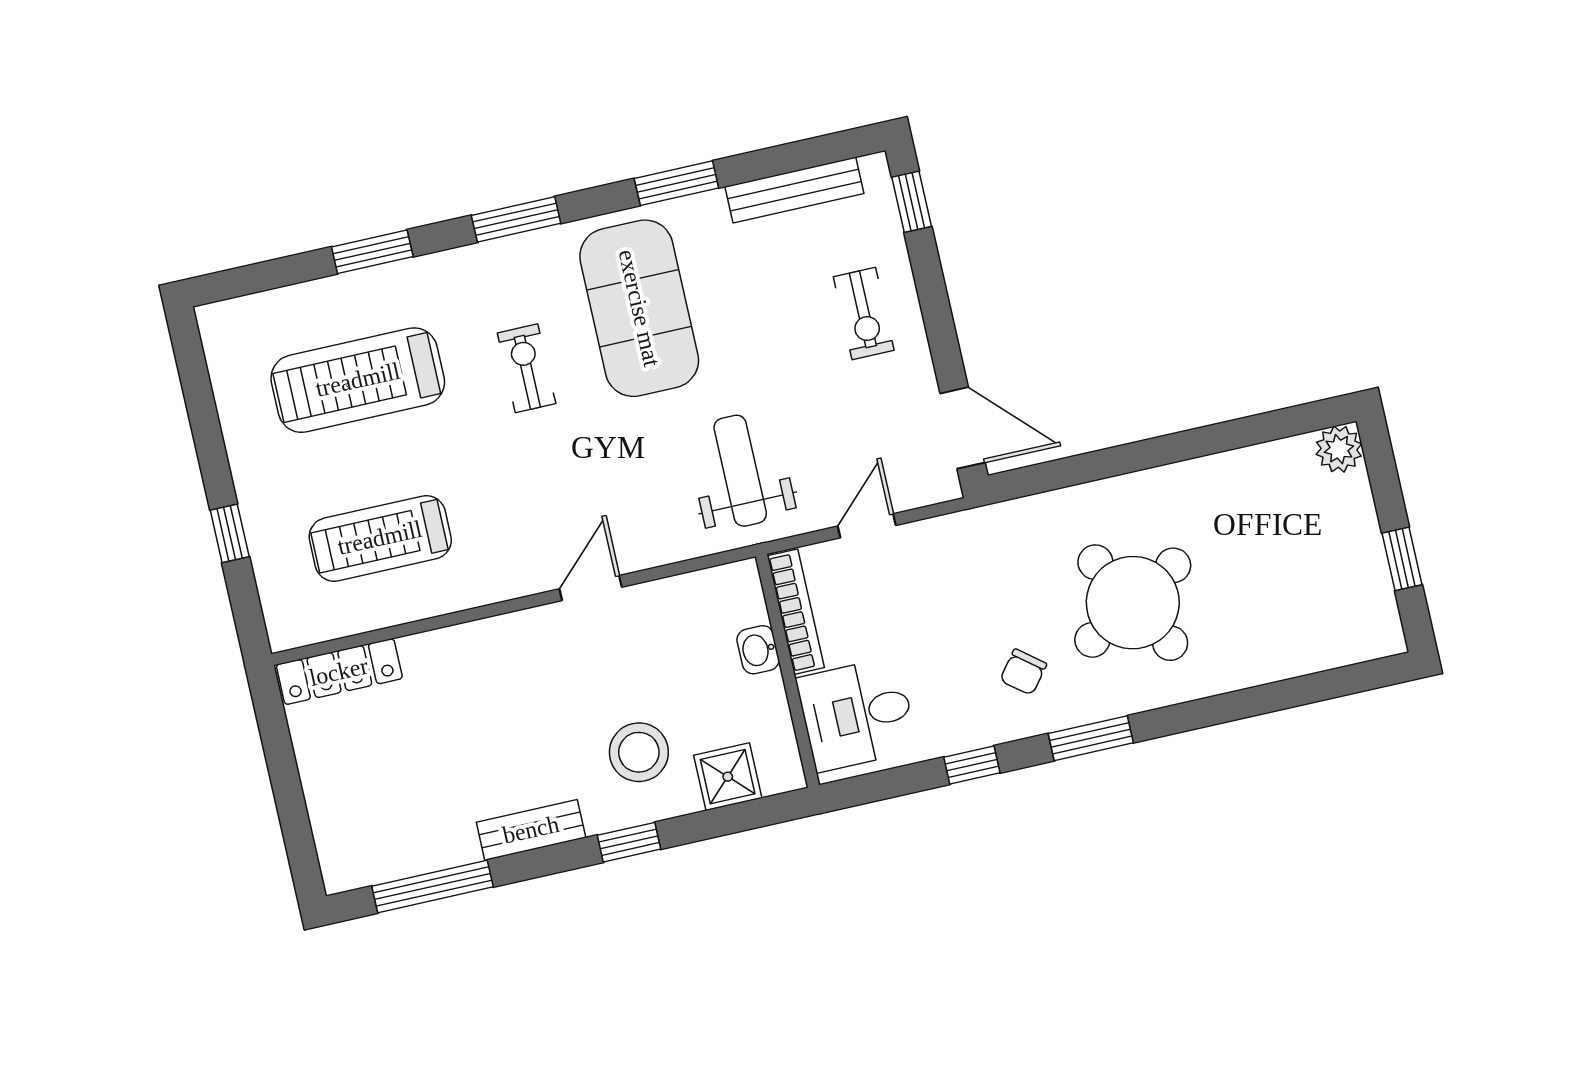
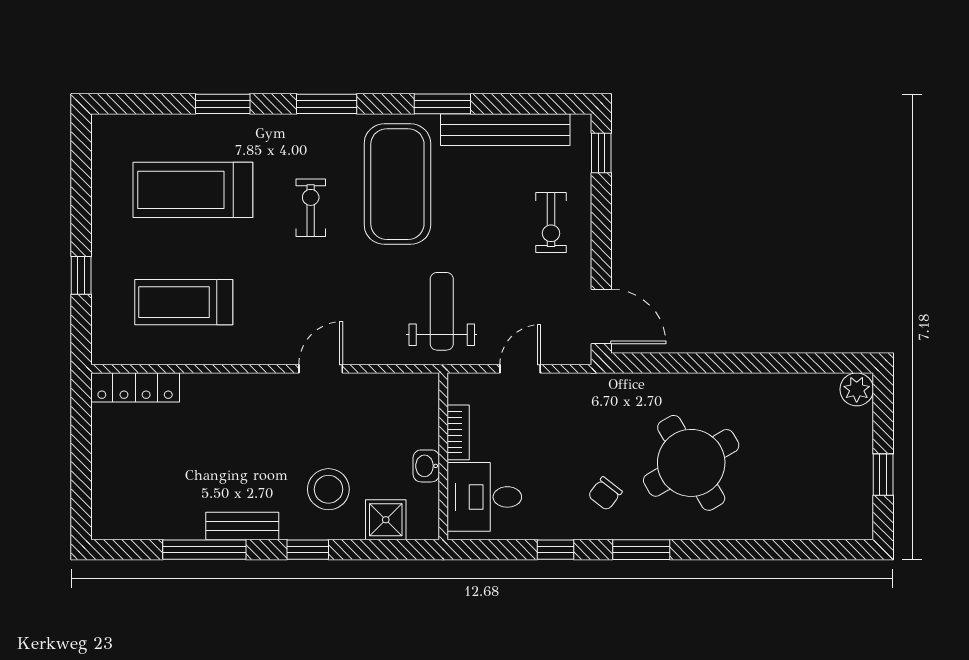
bench: (794, 190) -> (505, 130), width x1.37, depth x1.21
bookcase: (796, 612) -> (458, 432), width x0.64
washbasin: (758, 650) -> (426, 466), moved
window: (432, 887) -> (204, 550), moved

